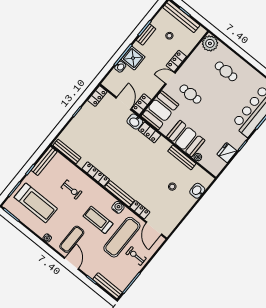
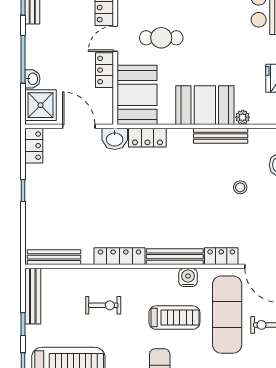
shower: (133, 58) -> (41, 105), moved
locker: (142, 104) -> (105, 70), moved
treadmill: (98, 220) -> (174, 318), turned 180

